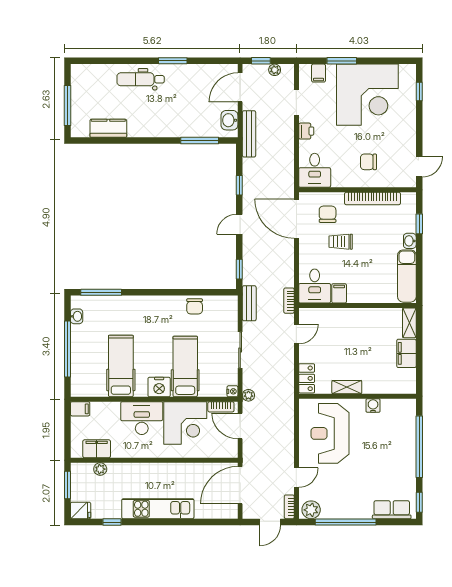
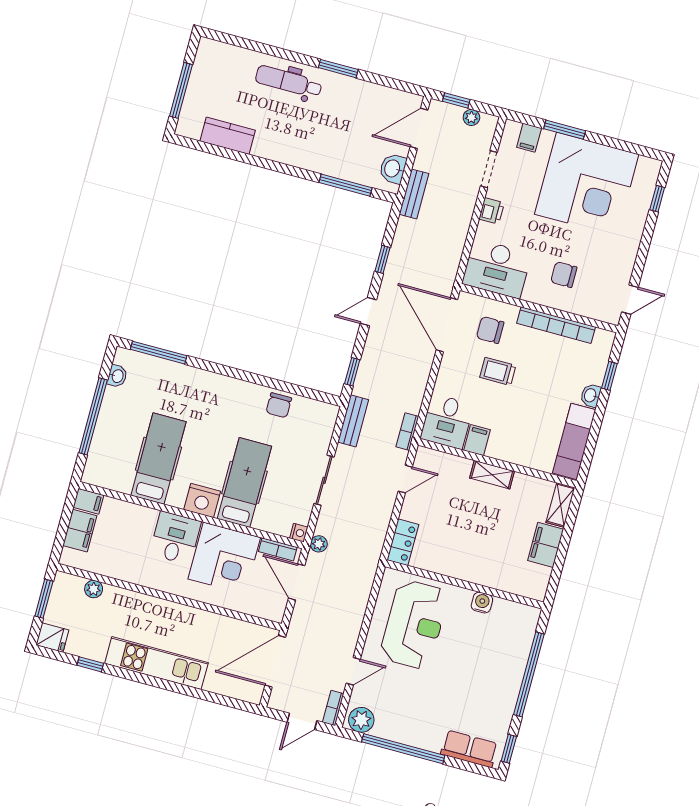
bench: (249, 134) -> (414, 194), width x0.73
desk: (315, 170) -> (497, 269), width x1.37
chair: (328, 214) -> (490, 330), turned -90
shelving: (347, 387) -> (492, 475), moved
desk: (142, 418) -> (175, 538), width x0.73
reception desk: (330, 433) -> (414, 624), turned 180
filing cabinet: (97, 449) -> (80, 531), moved, turned 90

